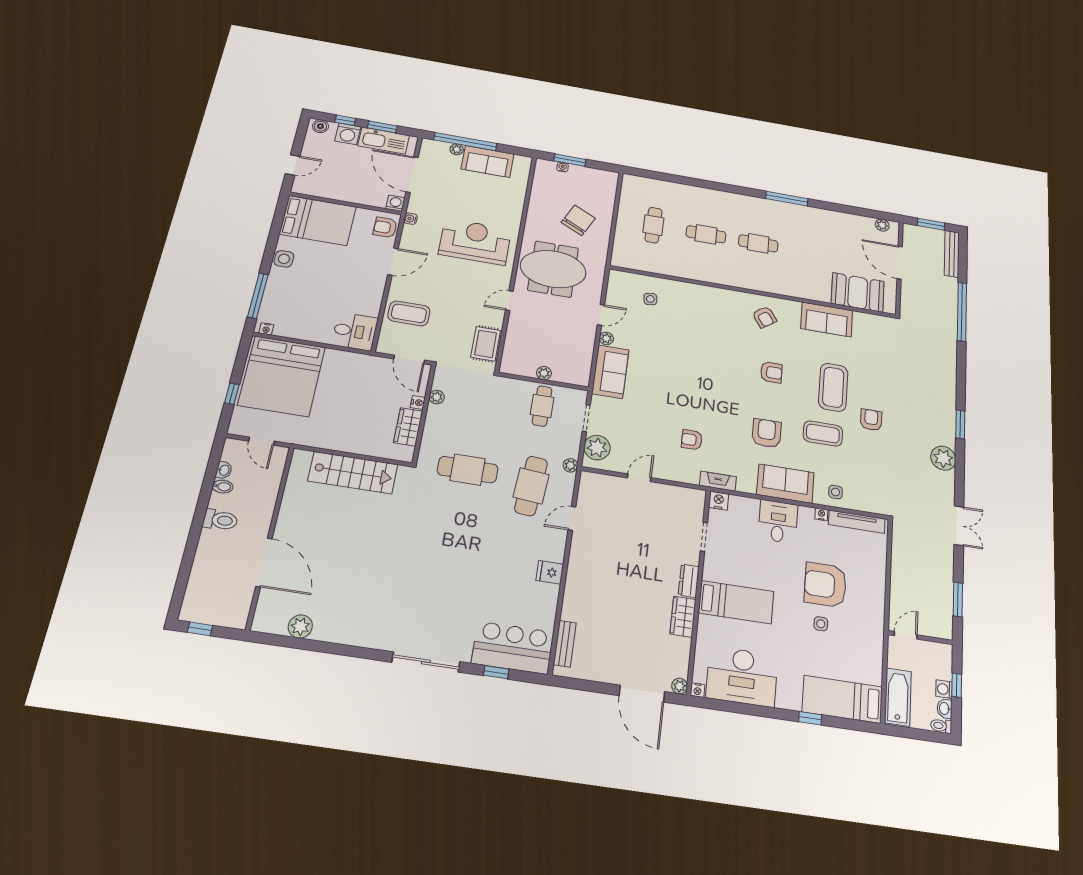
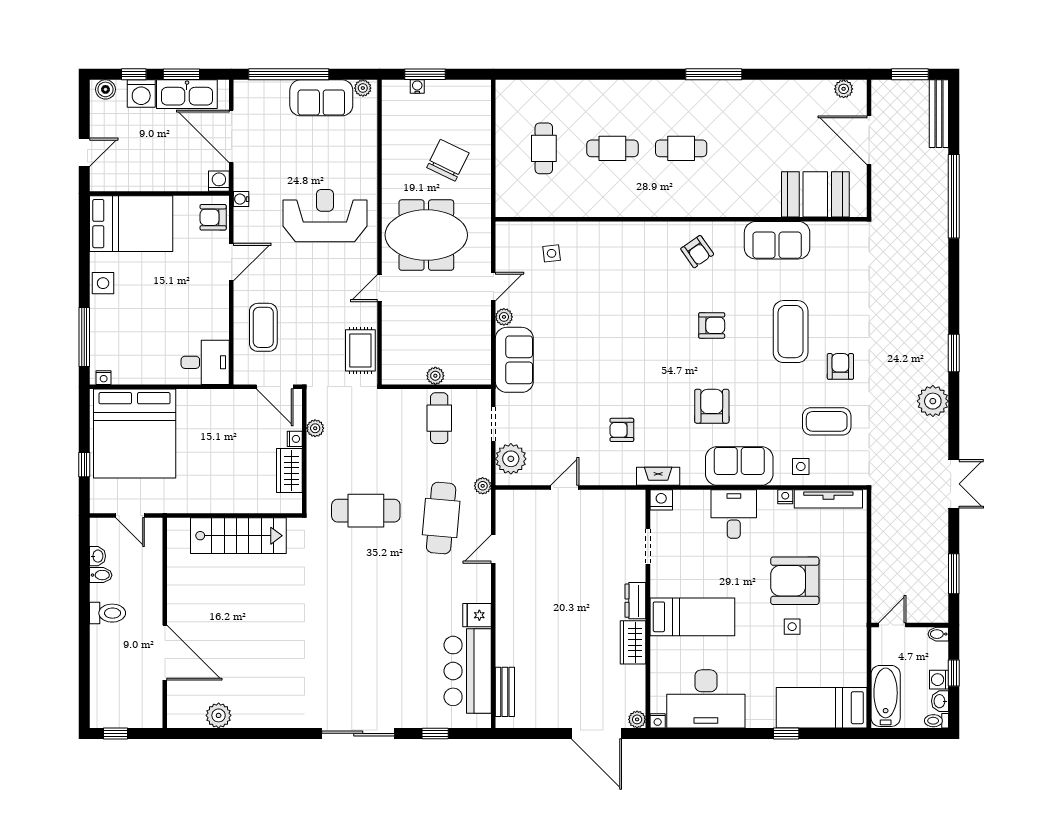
plant: (457, 149) -> (363, 88), moved
coffee table: (409, 313) -> (263, 327), turned 90
coffee table: (823, 434) -> (827, 421), moved
bar counter: (513, 648) -> (468, 671), moved, turned -90
bidet: (944, 649) -> (938, 634), added

